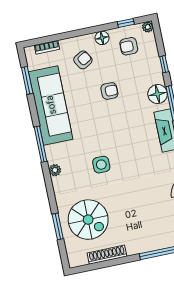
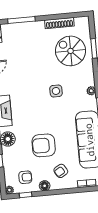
armchair: (109, 91) -> (44, 145), width x1.88, depth x1.88

